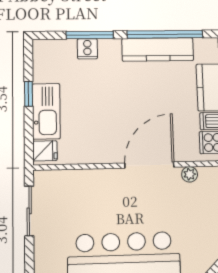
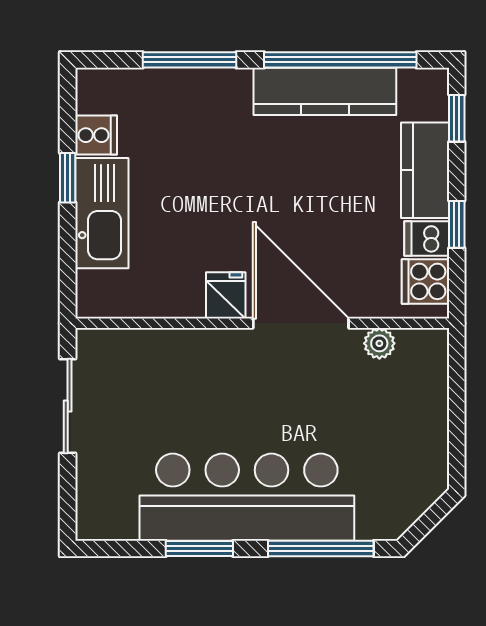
cooker: (87, 49) -> (96, 135), moved, turned -90
fridge: (45, 151) -> (226, 295), moved, turned -90
door: (149, 165) -> (301, 323), hinge flipped

